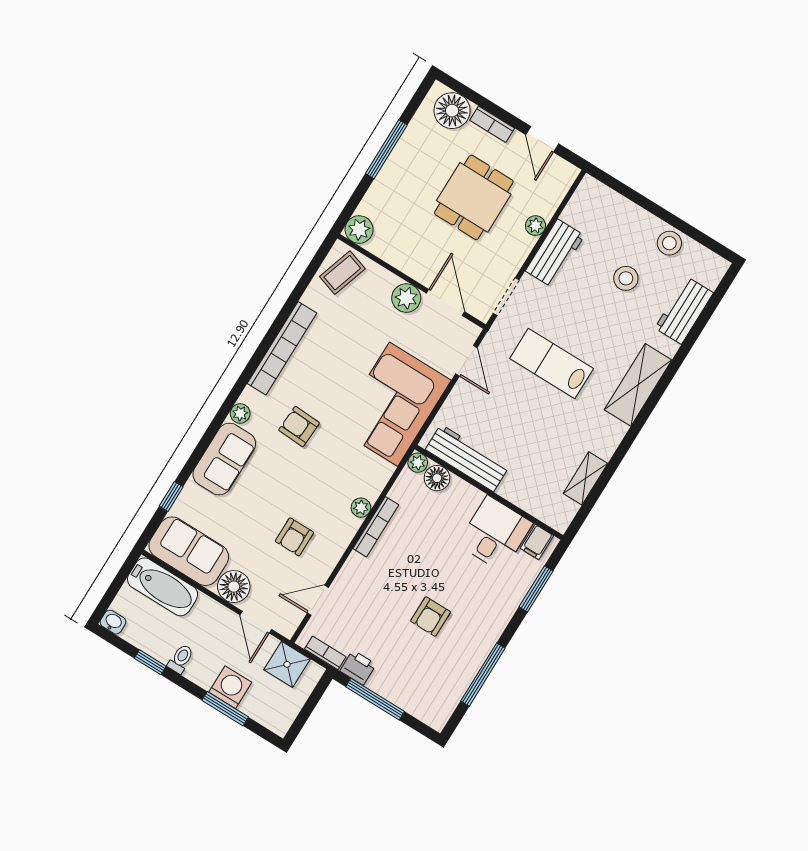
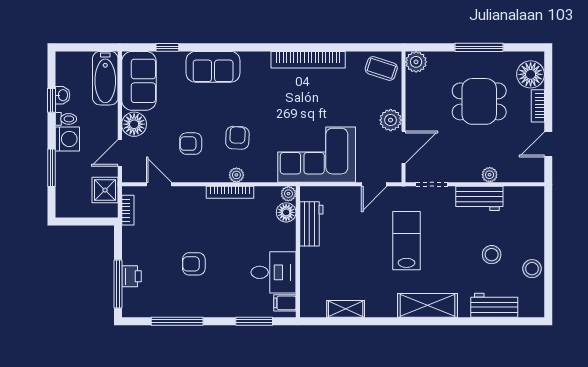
dining table: (474, 197) -> (479, 101), moved
plant: (240, 413) -> (249, 59), removed
armchair: (299, 427) -> (237, 138), moved
workbench: (467, 458) -> (311, 224), width x0.73
washbasin: (113, 622) -> (62, 95), moved
printer: (358, 668) -> (131, 276), moved
washing machine: (230, 687) -> (67, 139), moved
window: (375, 699) -> (118, 284), moved

